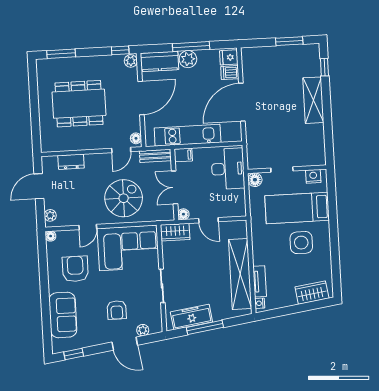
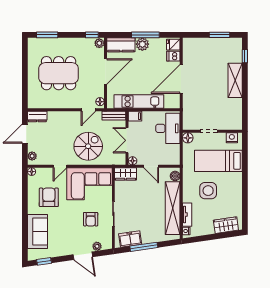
dresser: (71, 162) -> (37, 117), moved
boiler: (241, 231) -> (175, 176), added
side table: (301, 243) -> (208, 191), moved
armchair: (117, 310) -> (91, 219), moved
freezer: (191, 317) -> (130, 239), width x0.71

